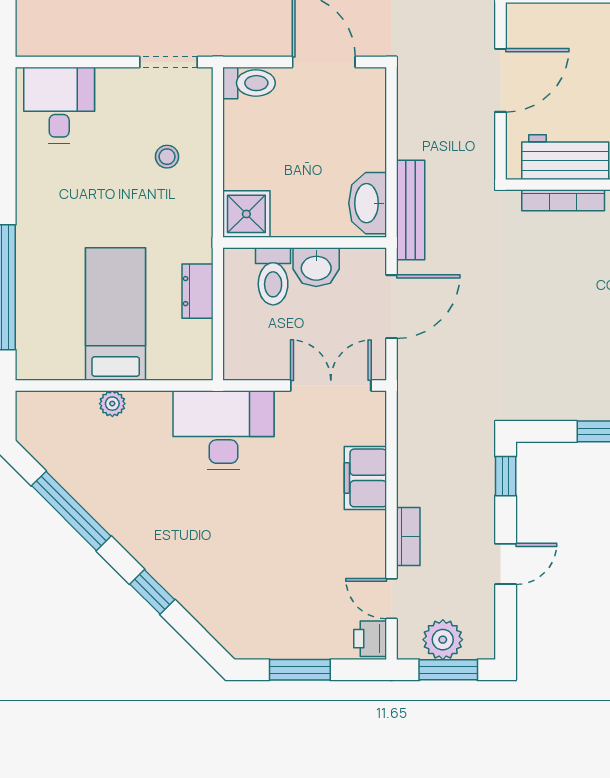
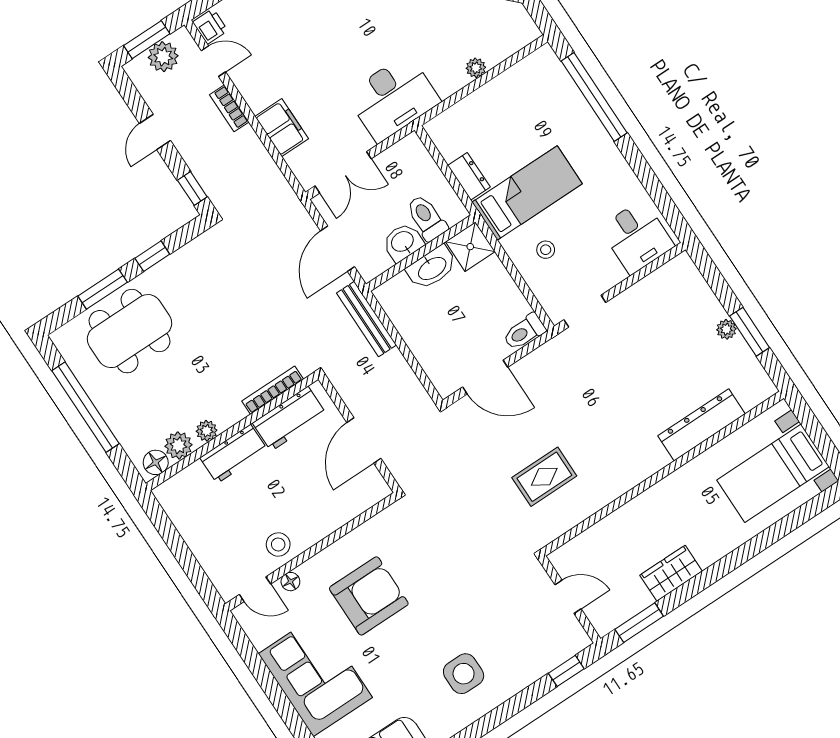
washbasin: (368, 203) -> (432, 268), moved, turned 90
bed: (116, 314) -> (527, 193), moved, turned -90

